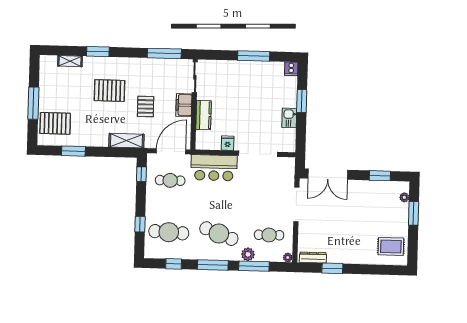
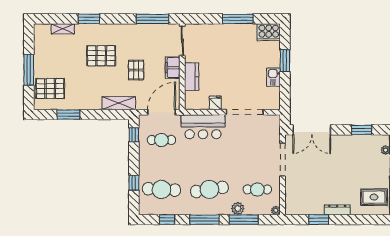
cooker: (291, 69) -> (269, 32), width x1.87, depth x1.31
cafe table: (219, 234) -> (209, 189), turned -30
dresser: (313, 258) -> (337, 210), moved

